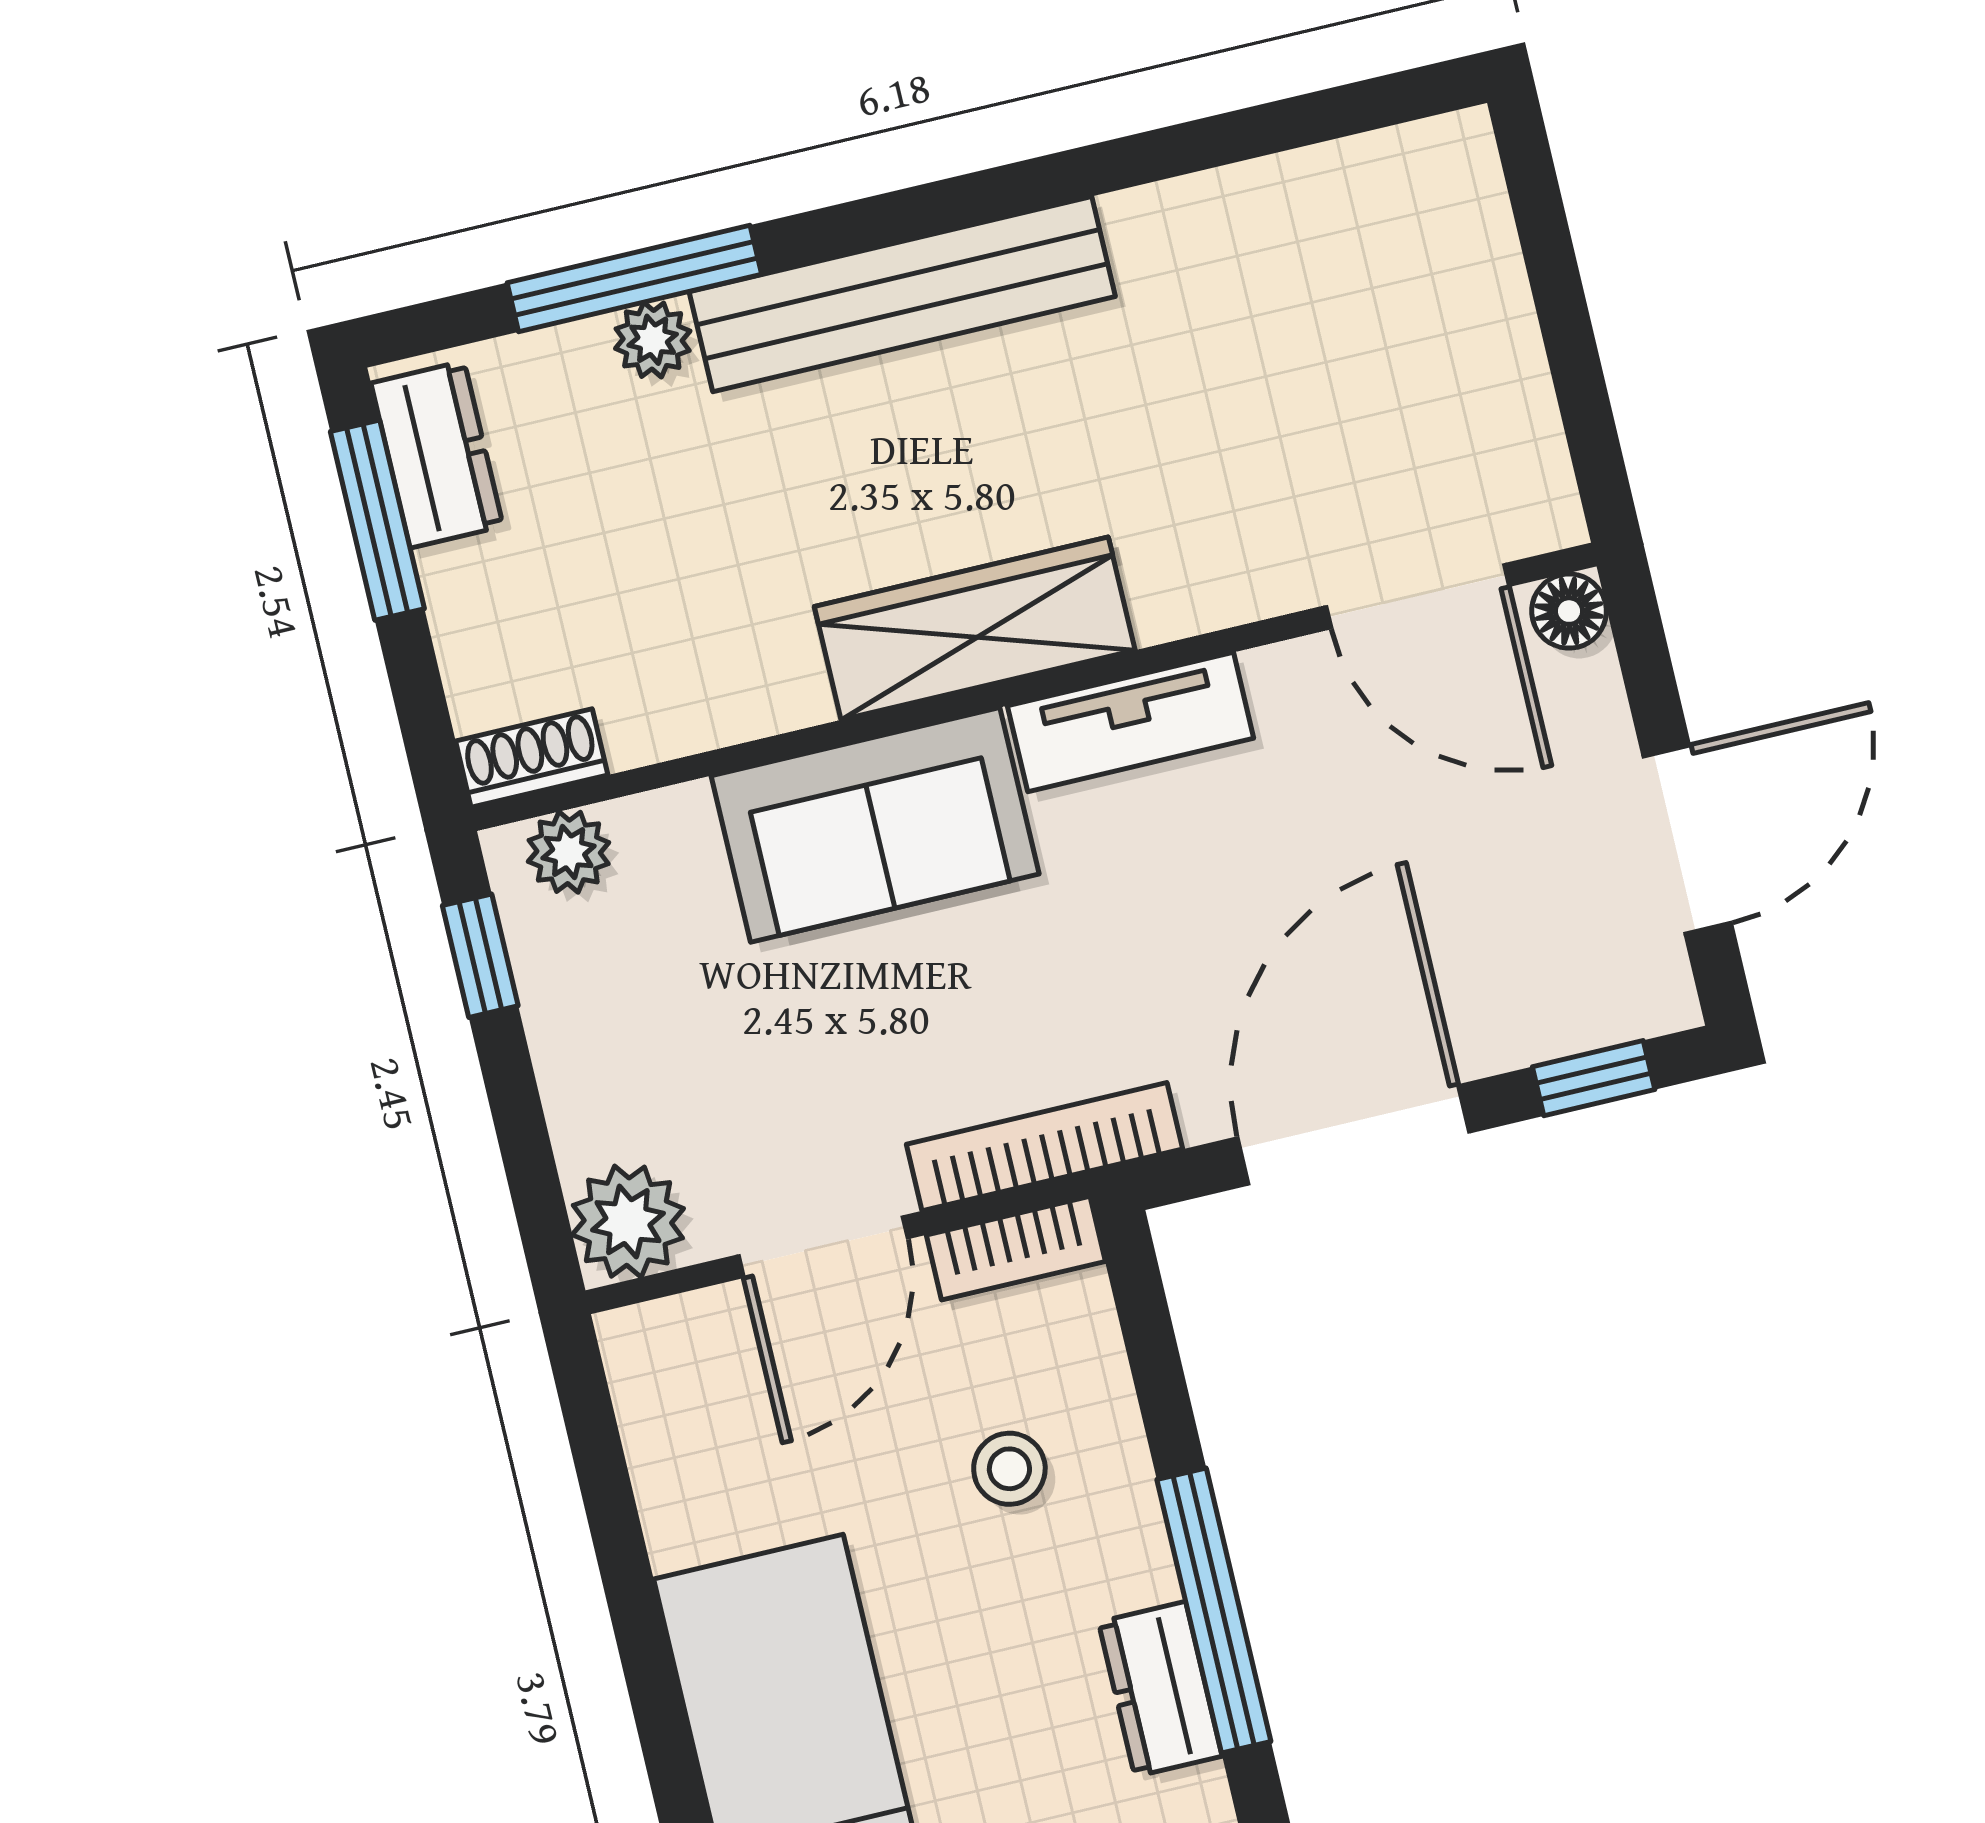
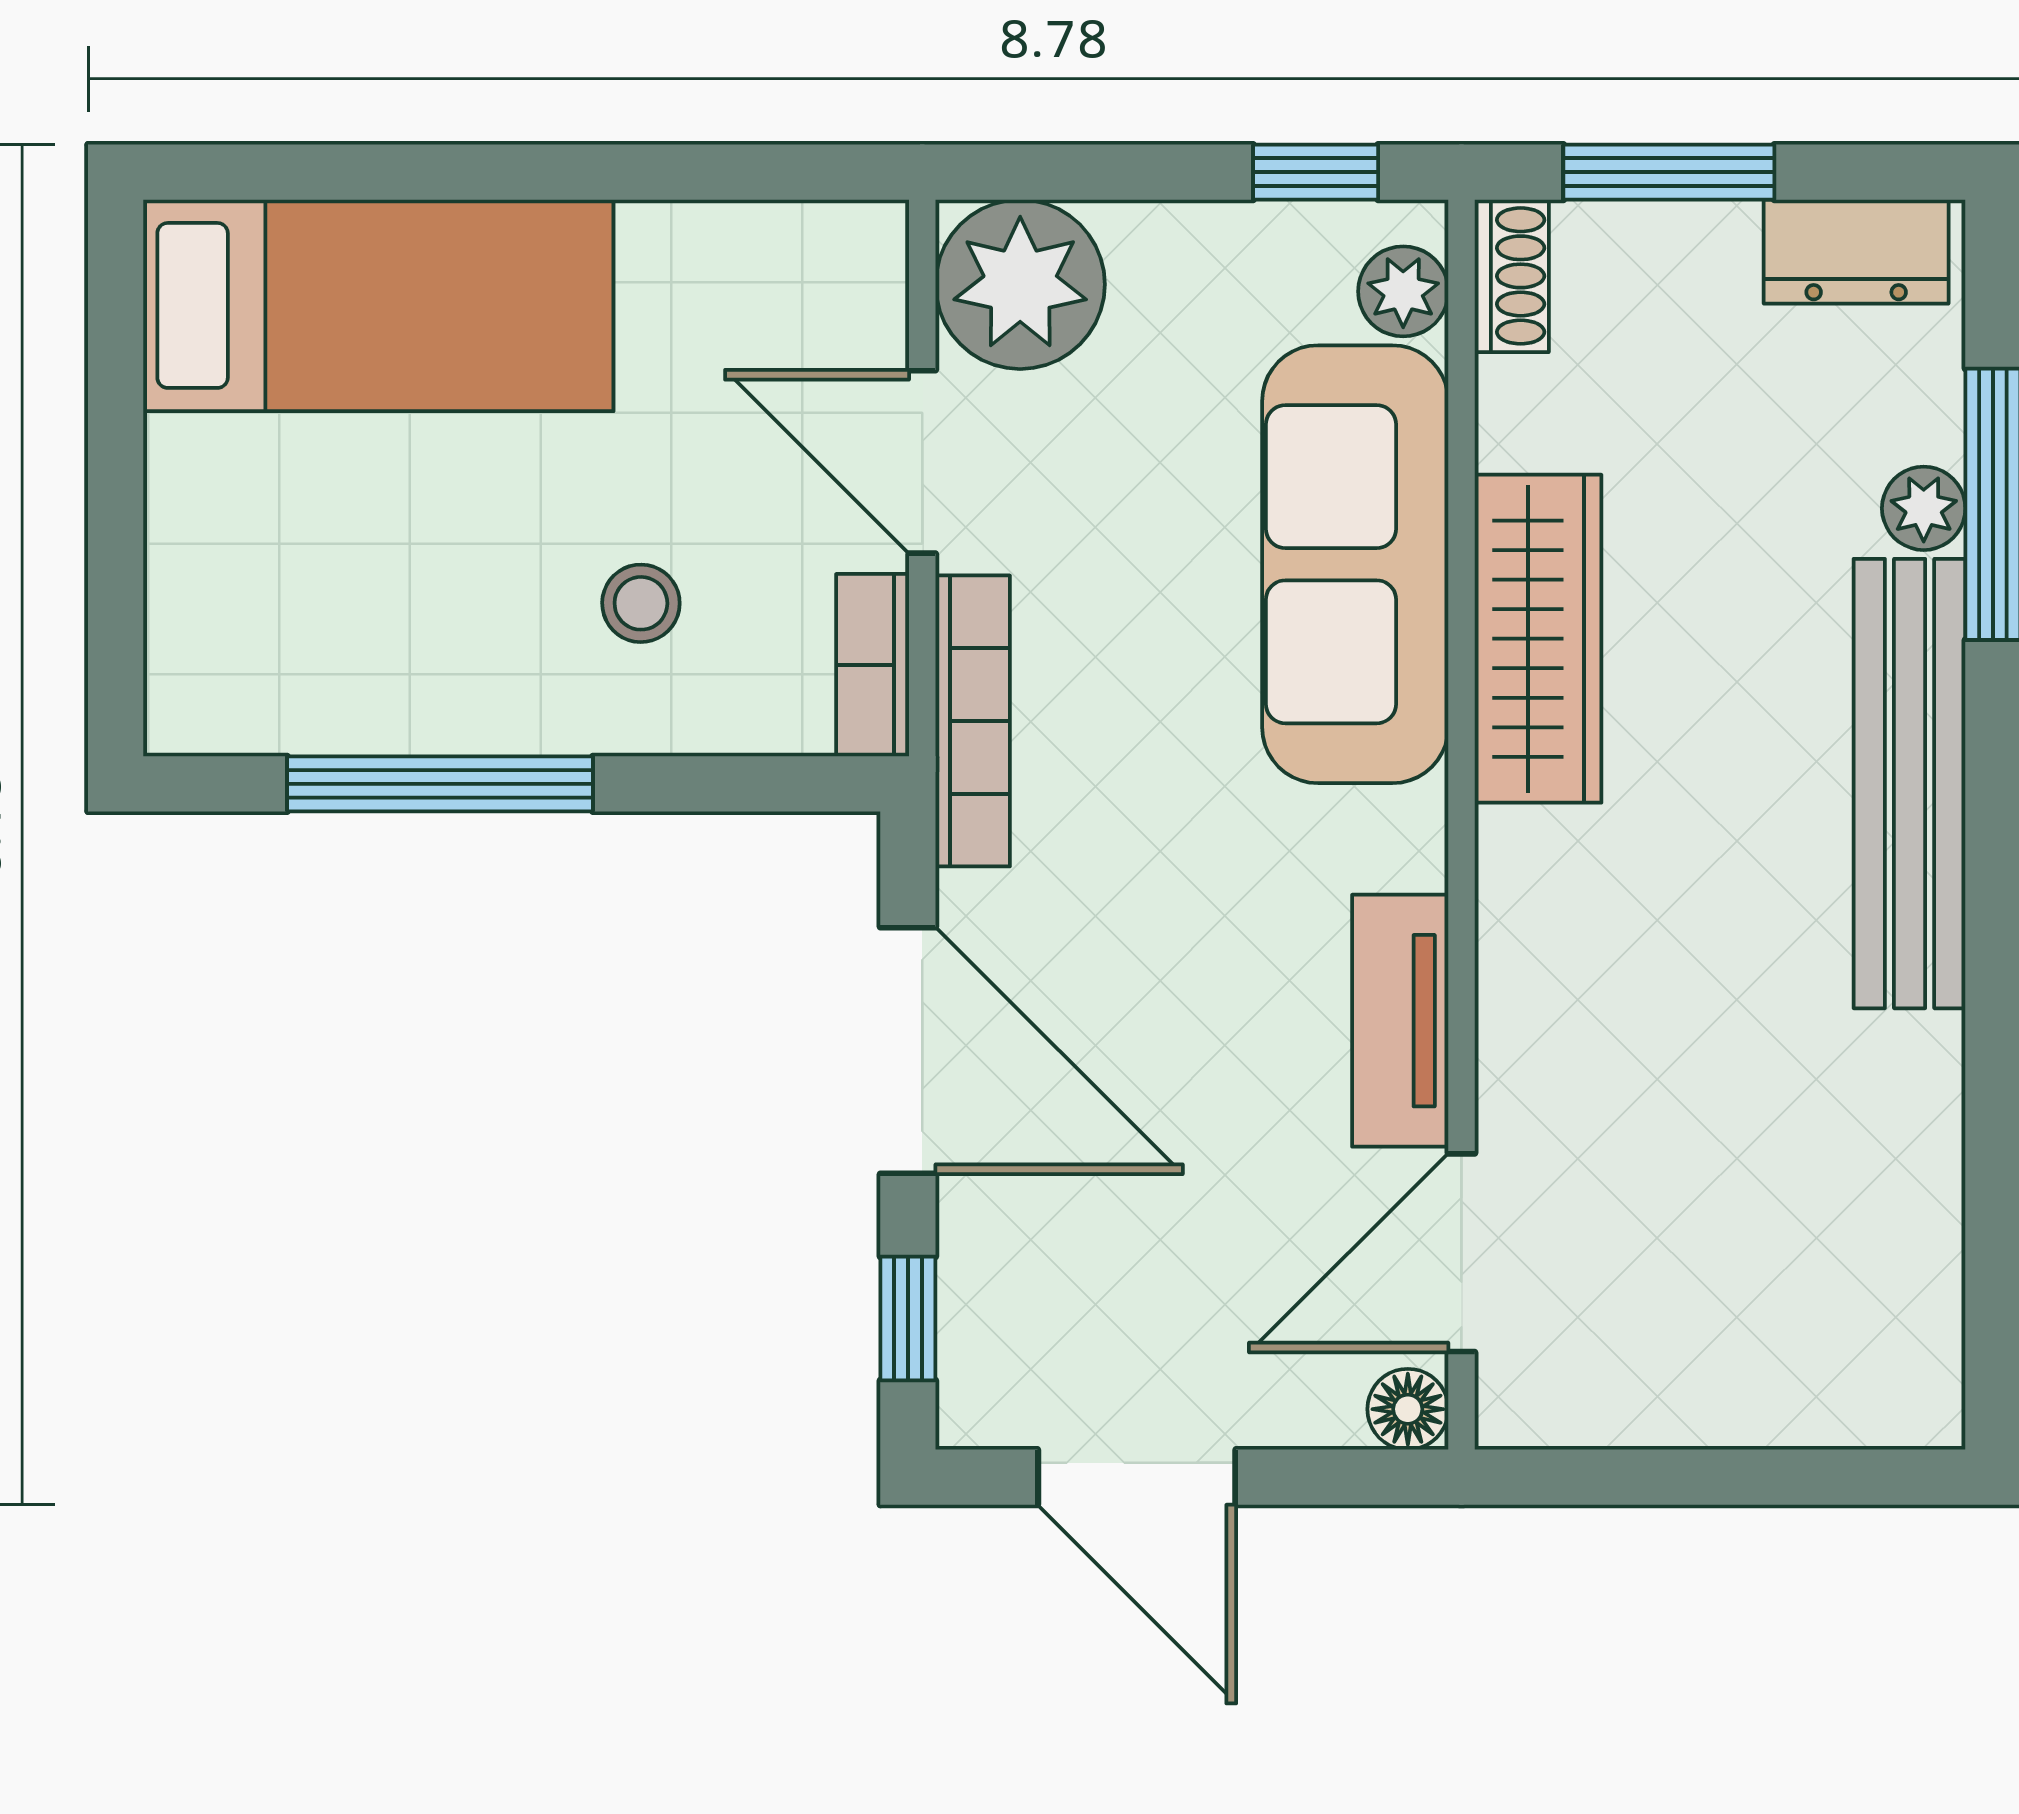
window: (377, 520) -> (1669, 172), moved
wardrobe: (975, 628) -> (1538, 639), moved
tv unit: (1131, 722) -> (1400, 1021), moved
sofa: (875, 825) -> (1355, 564), width x1.36
plant: (628, 1222) -> (1020, 284), width x1.36, depth x1.36
dresser: (1160, 1689) -> (370, 708), removed

